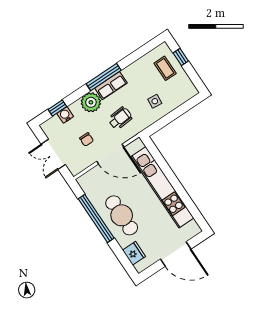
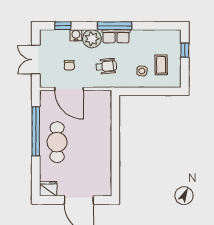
coffee table: (165, 68) -> (161, 65), moved
water cooler: (65, 115) -> (76, 35), moved
door: (110, 154) -> (69, 89), moved
kitchen unit: (162, 187) -> (103, 142), removed
fridge: (134, 253) -> (48, 189), moved, turned -90

